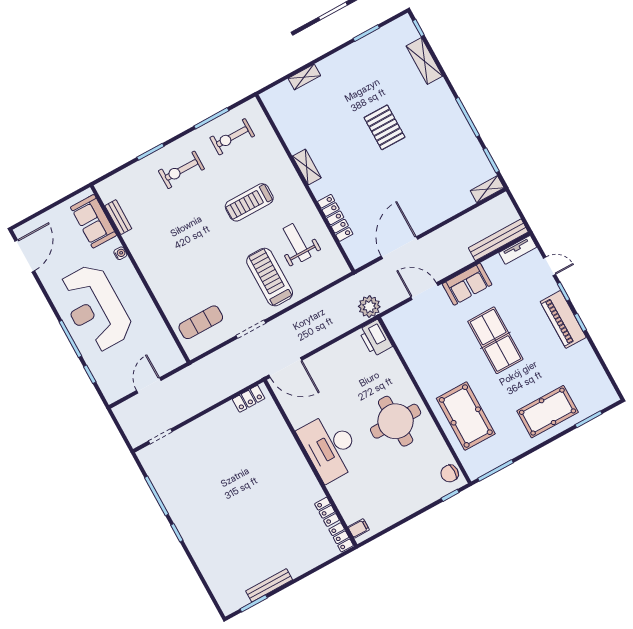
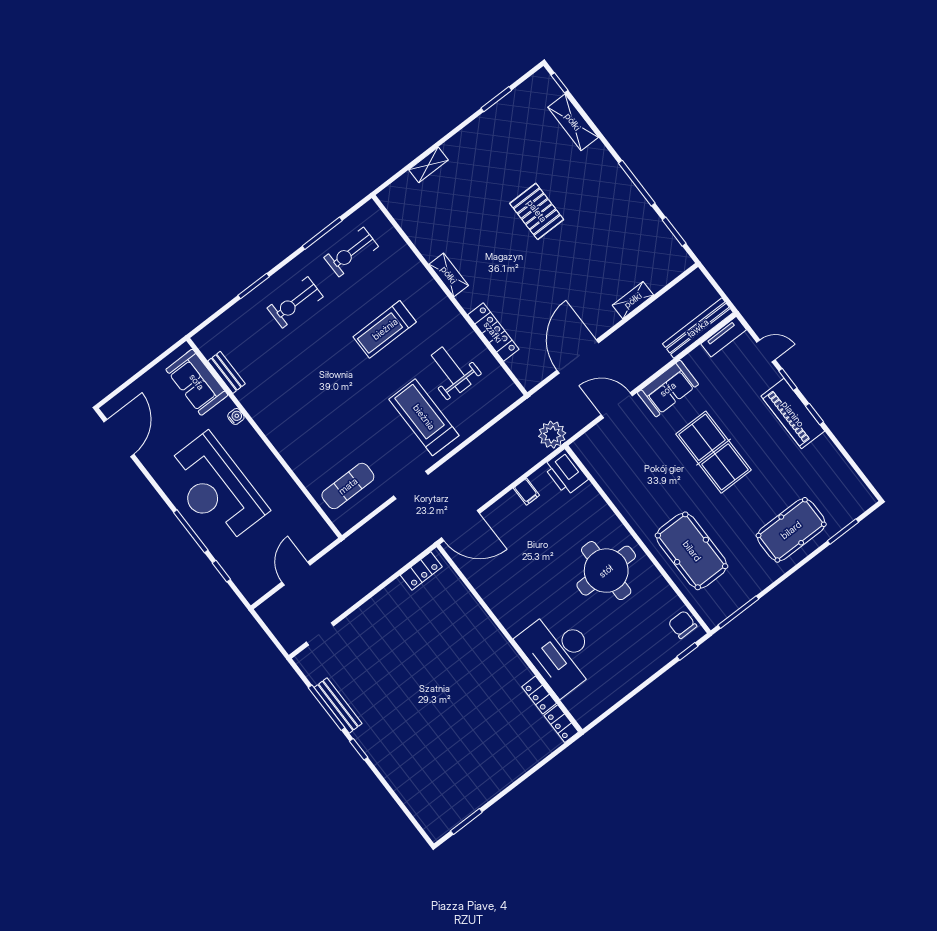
shelving: (487, 189) -> (633, 300), moved
desk: (330, 447) -> (559, 652), moved
chair: (450, 473) -> (683, 625), turned 90
filing cabinet: (359, 528) -> (526, 492), moved, turned 90
bench: (269, 585) -> (338, 705), moved, turned 90

